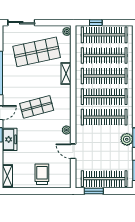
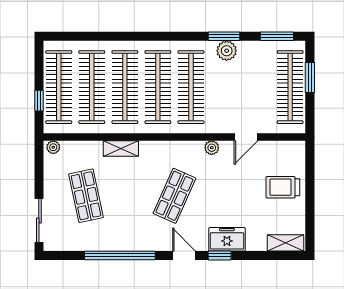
shop shelf: (37, 52) -> (86, 196), width x0.70, depth x0.74
shop shelf: (37, 107) -> (174, 196), turned 39
window: (94, 191) -> (310, 78), moved

